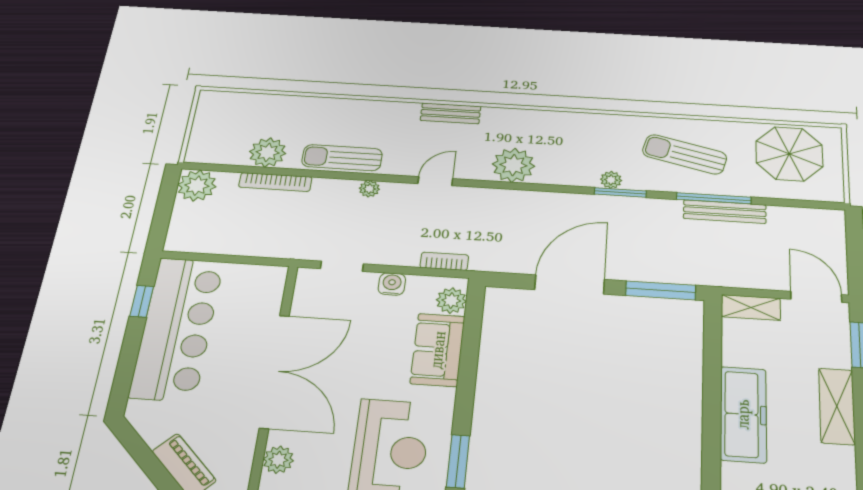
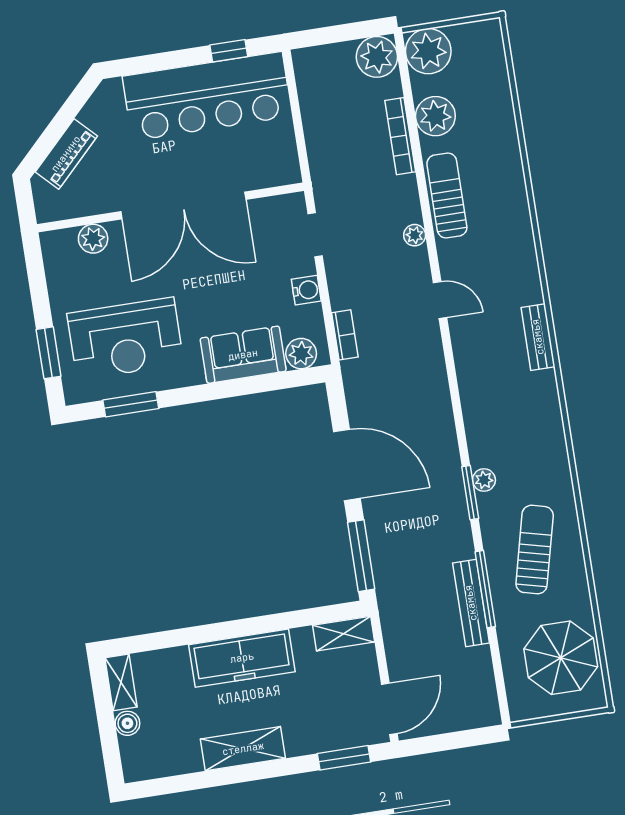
bench: (451, 113) -> (538, 337), moved
plant: (513, 165) -> (428, 51), moved
shelving: (751, 307) -> (344, 634), moved, turned 90
shelving: (837, 406) -> (243, 749), moved

